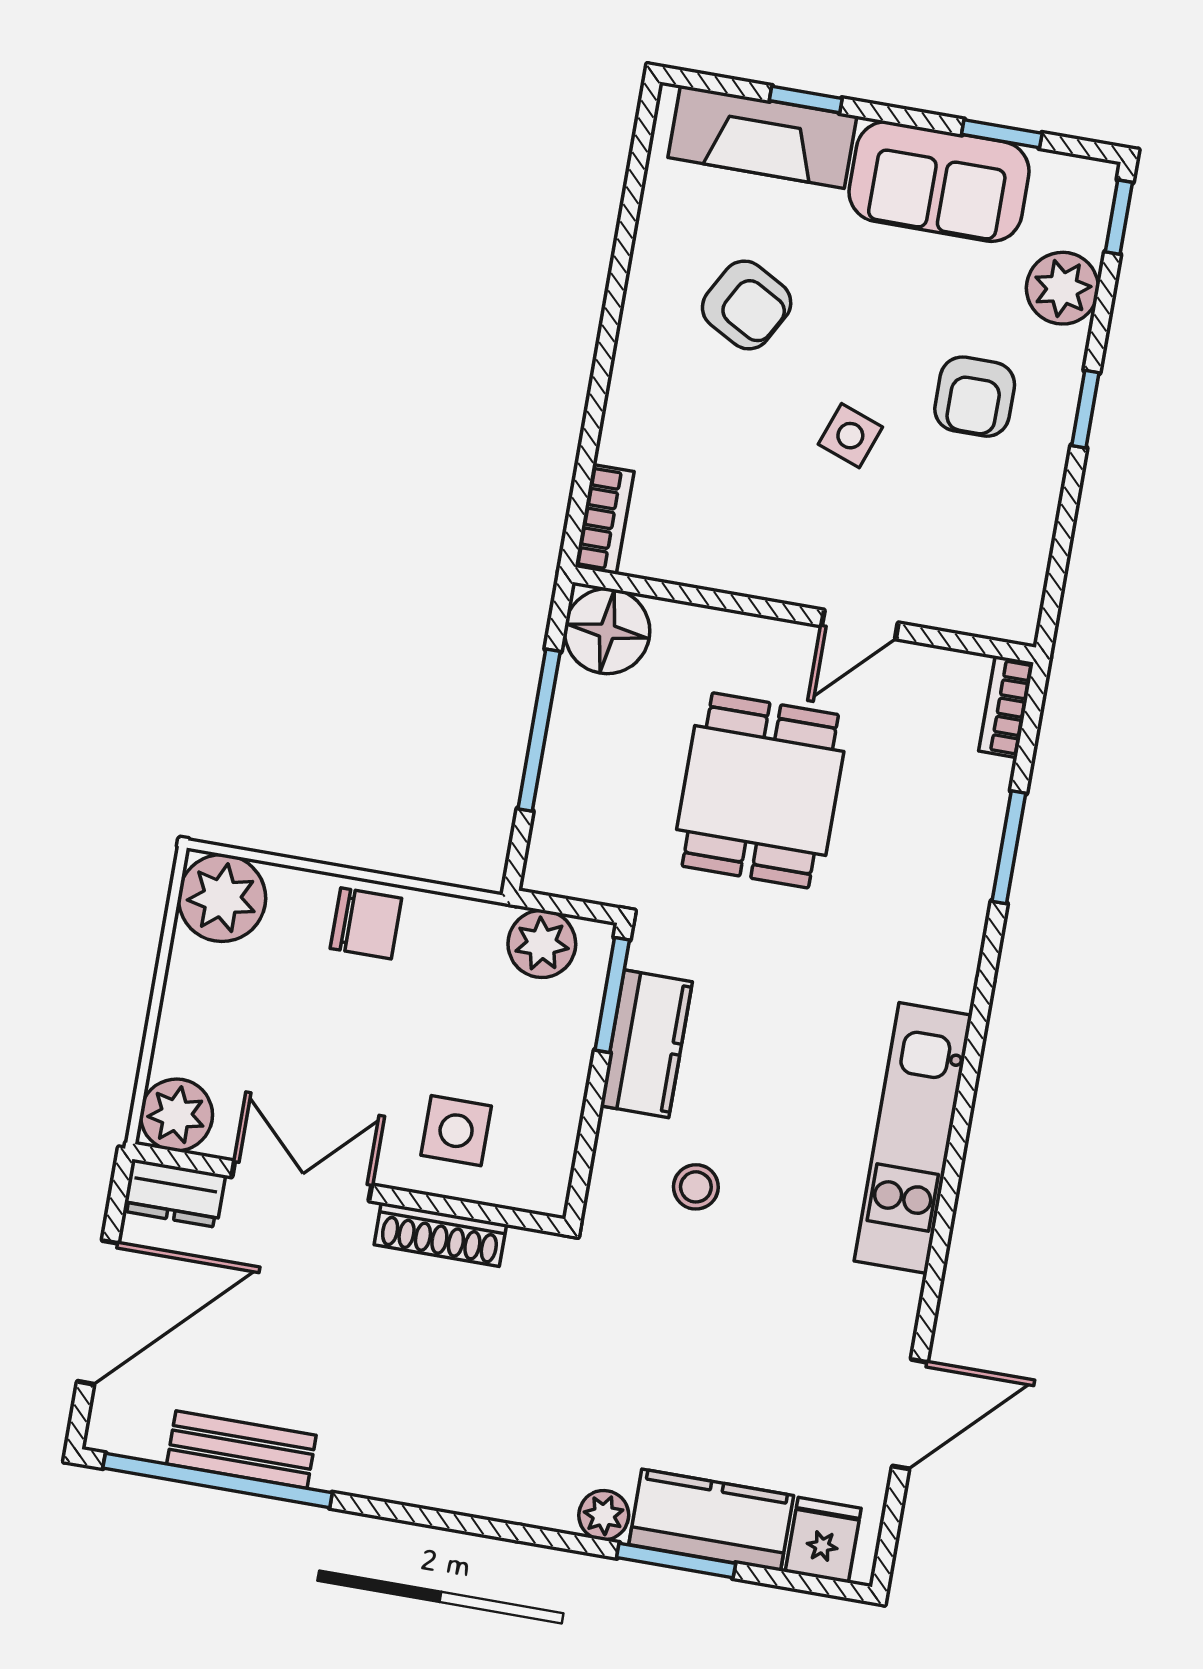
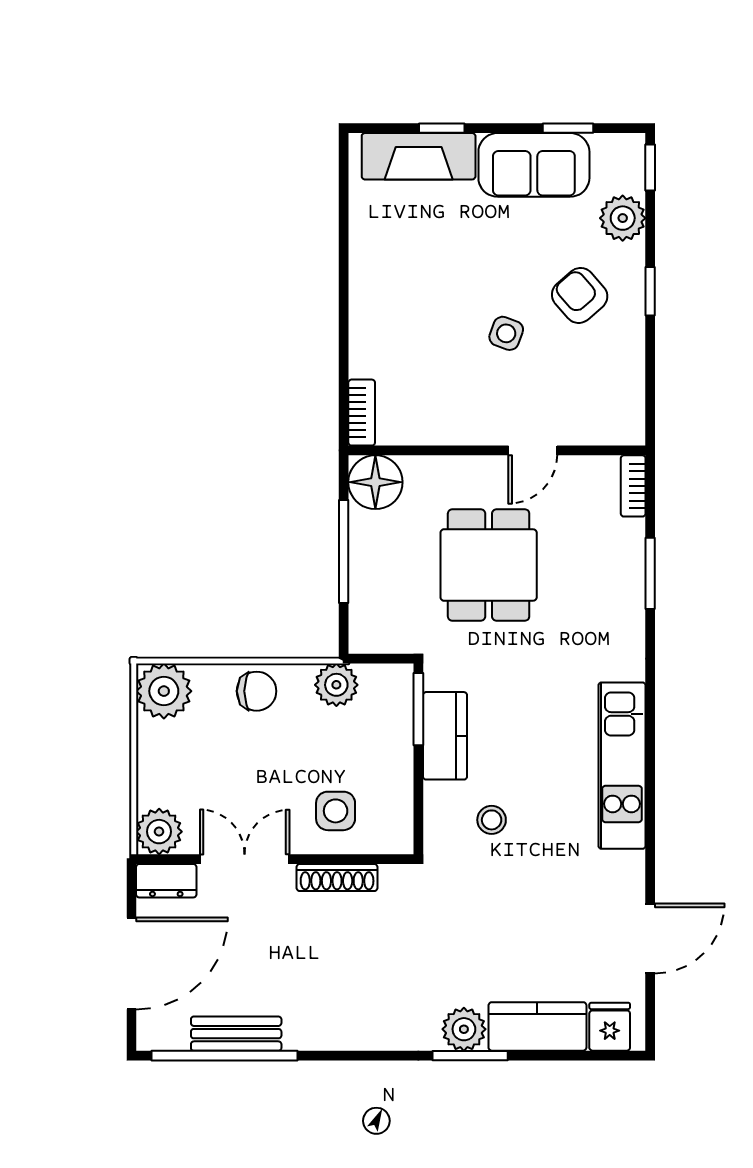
armchair: (747, 305) -> (427, 263), removed
armchair: (975, 397) -> (580, 295), turned 139
plant: (542, 944) -> (336, 685), moved
plant: (604, 1515) -> (464, 1029), width x1.38, depth x1.38
window: (676, 1560) -> (470, 1056), moved

